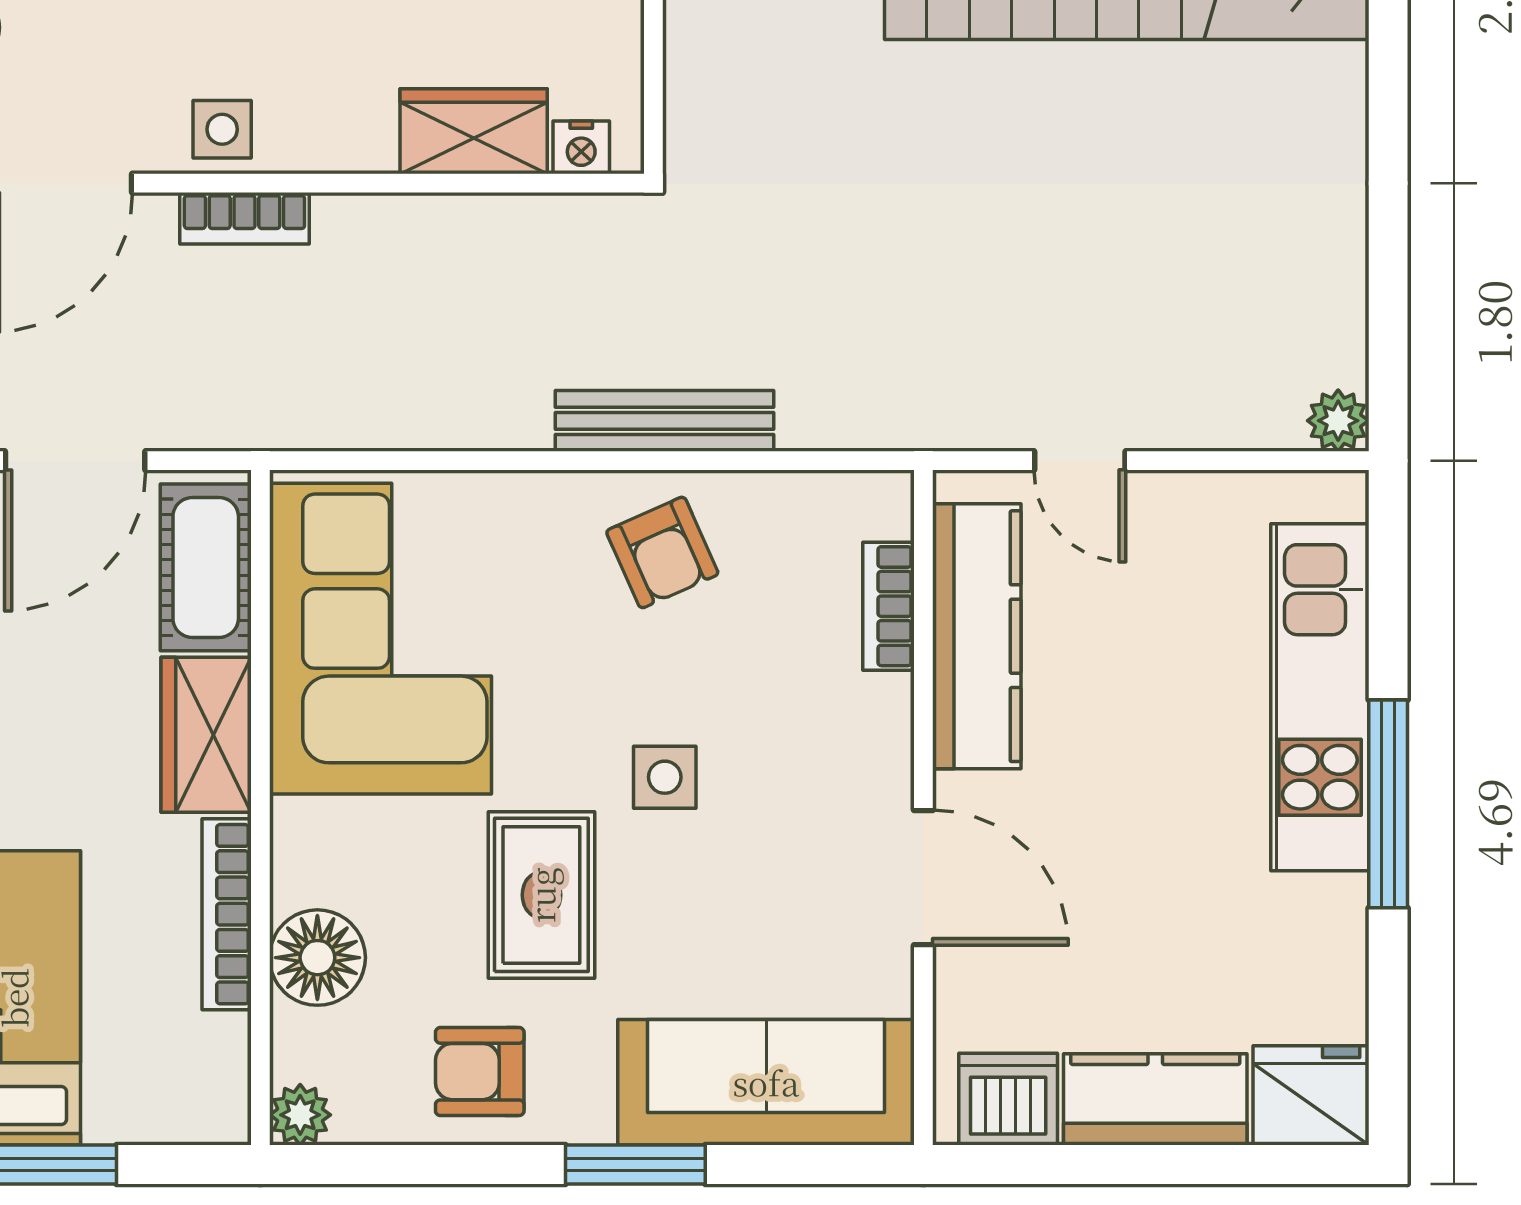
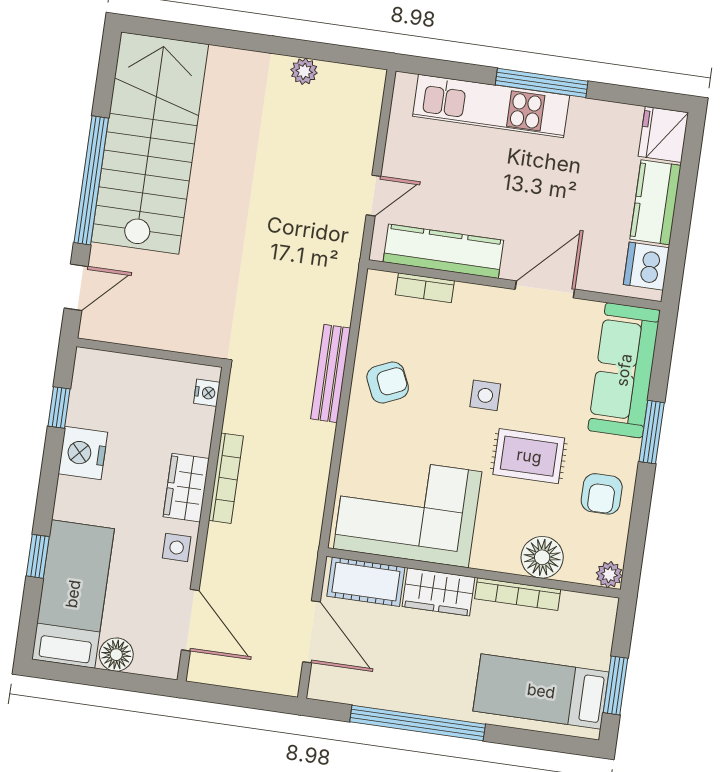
wardrobe: (474, 131) -> (186, 488), moved
bookcase: (244, 218) -> (226, 478), moved, width x1.56
plant: (1338, 421) -> (304, 71), moved

